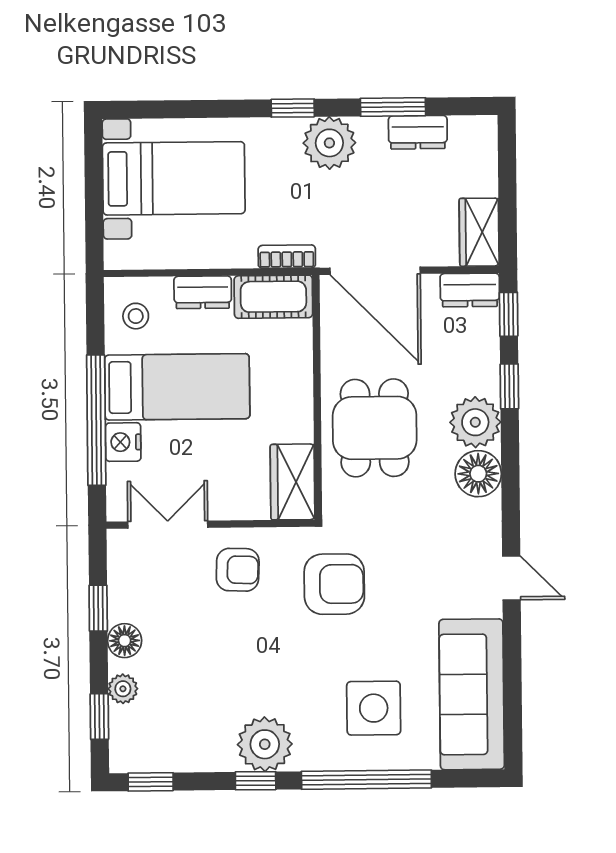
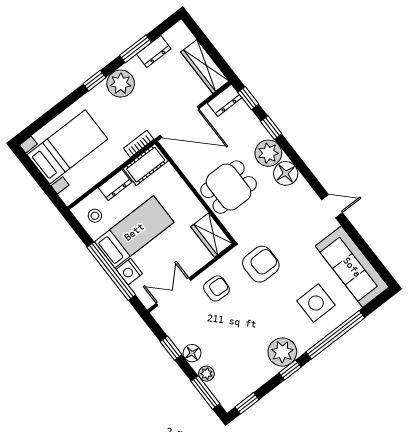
wardrobe: (479, 232) -> (205, 67), width x1.50
dining table: (375, 428) -> (229, 187), turned 90
window: (99, 717) -> (205, 392), width x1.50

